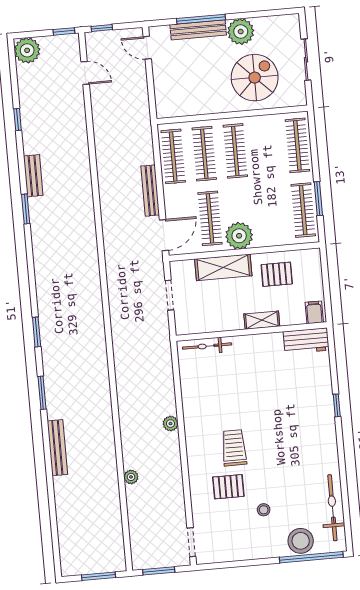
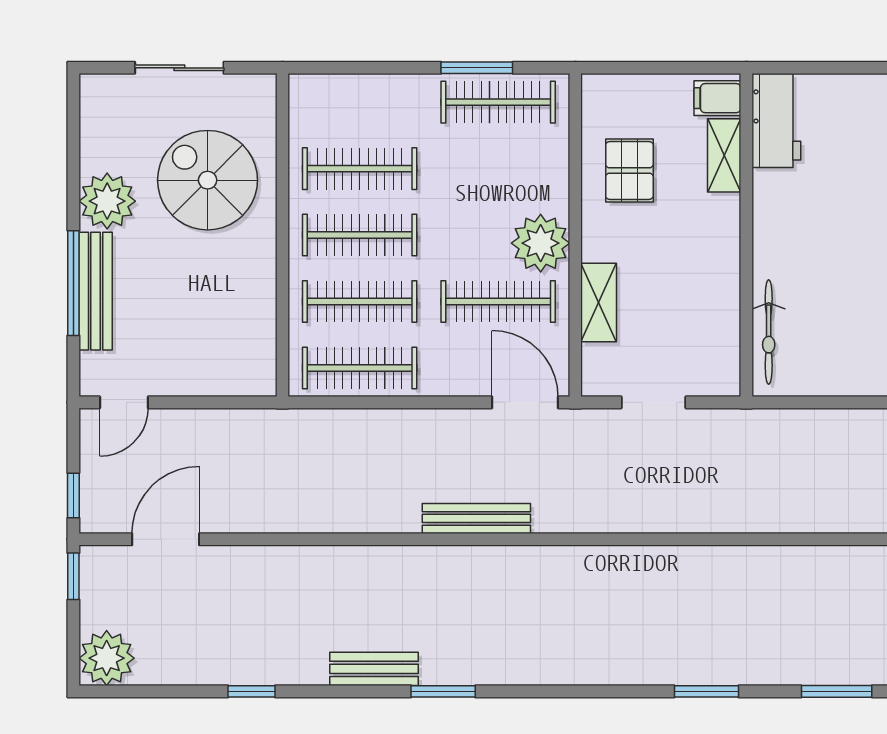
door: (85, 73) -> (166, 539), width x1.38
clothes rail: (297, 145) -> (360, 169), moved
bench: (150, 191) -> (476, 518), moved
shelving: (223, 267) -> (599, 302), width x0.67, depth x0.75
shelving: (262, 320) -> (724, 155), moved

